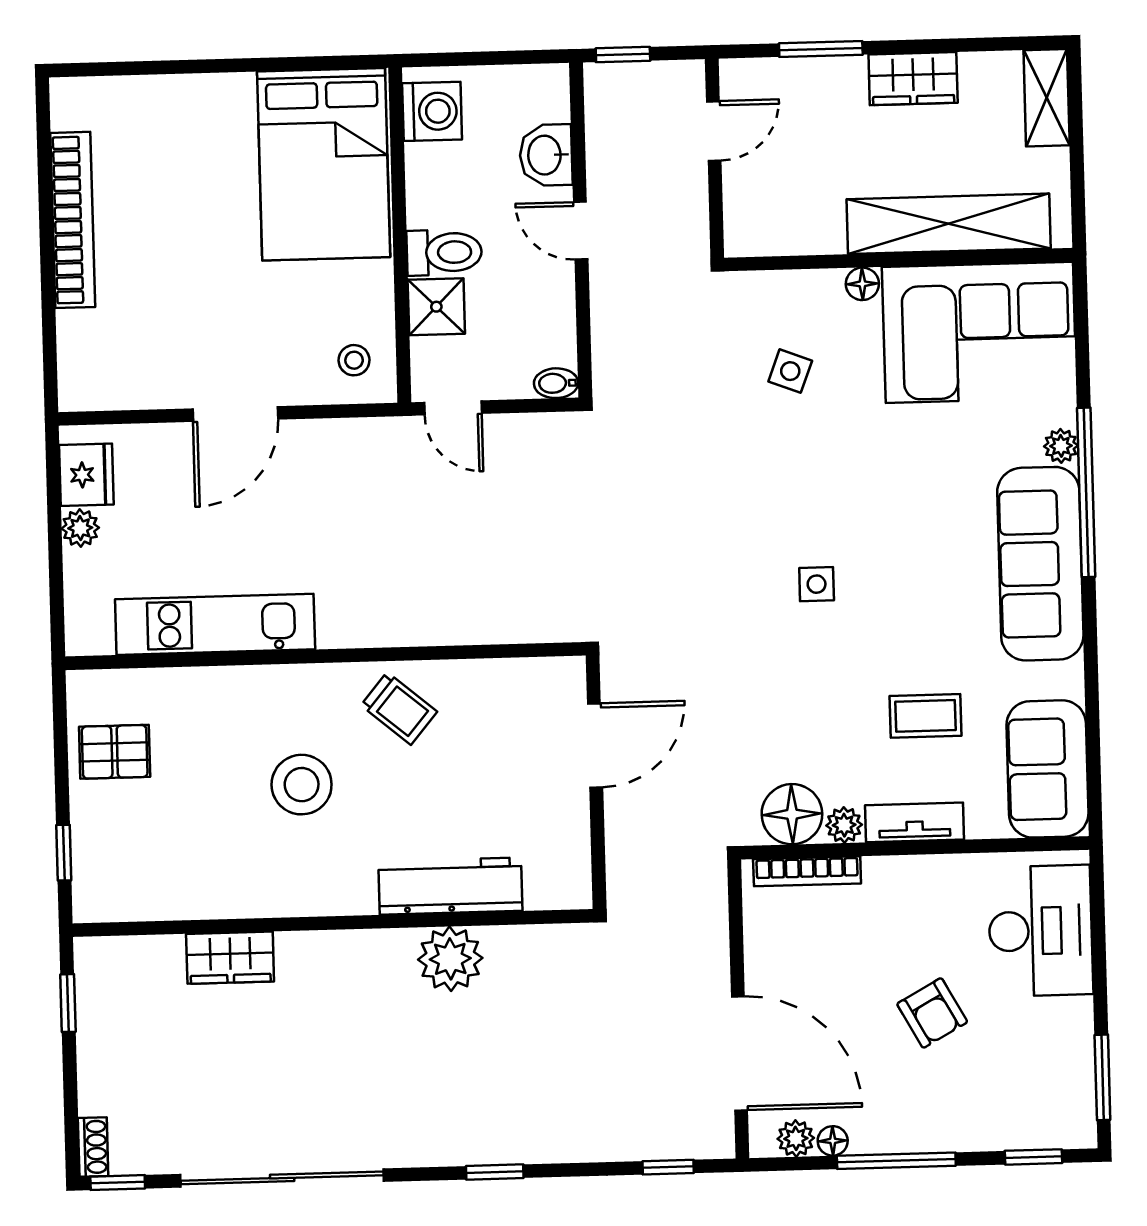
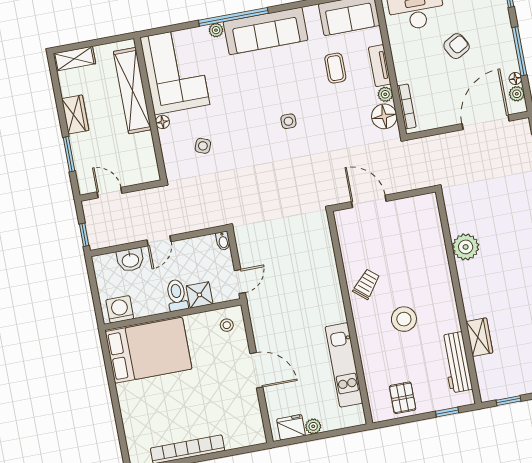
workbench: (450, 886) -> (457, 362), moved

